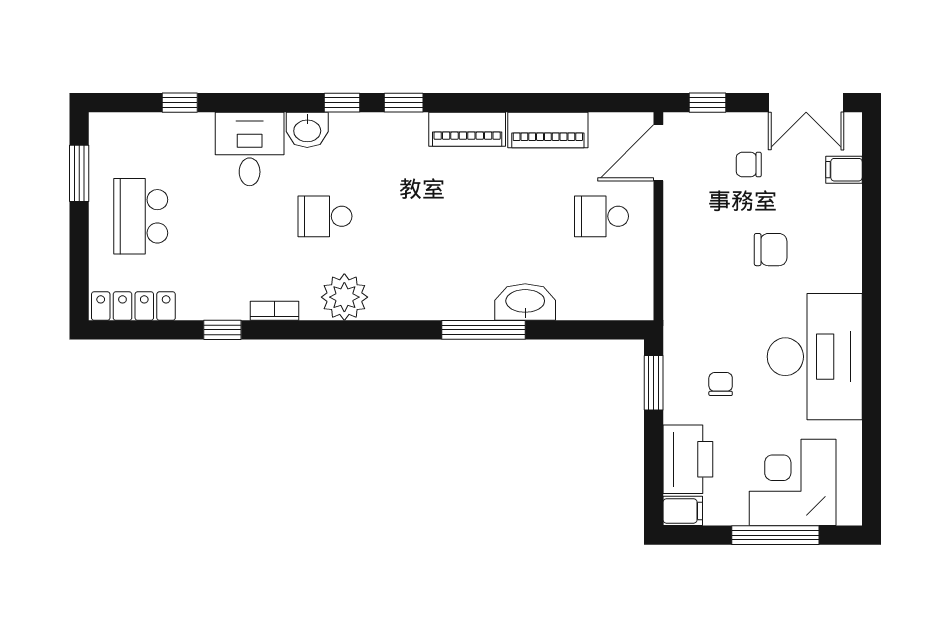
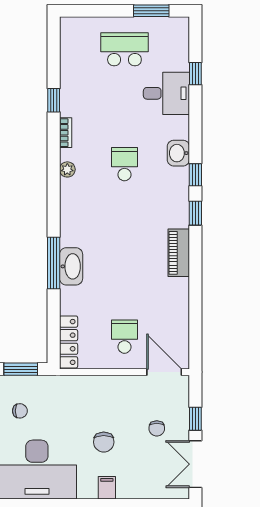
window: (708, 103) -> (195, 419), moved
piano: (548, 130) -> (178, 303), removed
desk: (250, 149) -> (166, 93), moved
chair: (749, 165) -> (157, 428), turned 180
filing cabinet: (844, 170) -> (107, 488), moved
plant: (344, 297) -> (67, 169), width x0.53, depth x0.53
washbasin: (525, 302) -> (71, 266), moved
locker: (133, 306) -> (69, 342), moved

